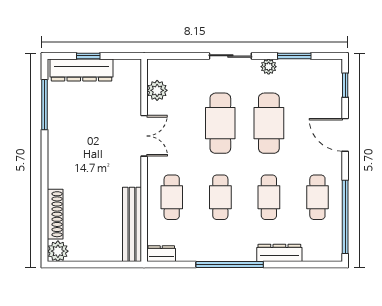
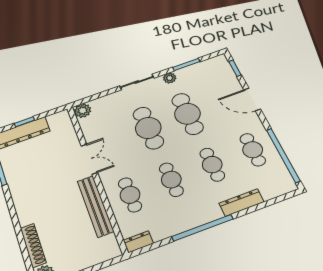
plant: (157, 90) -> (83, 111), moved
bench: (132, 224) -> (95, 206), moved

